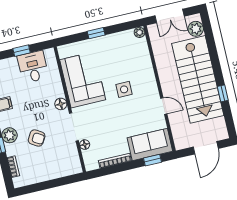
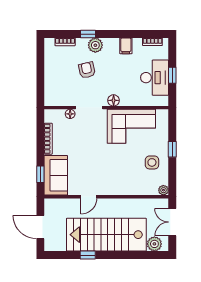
desk: (33, 67) -> (155, 78), width x1.37
side table: (124, 89) -> (152, 162), moved
armchair: (37, 138) -> (87, 70), turned 137

